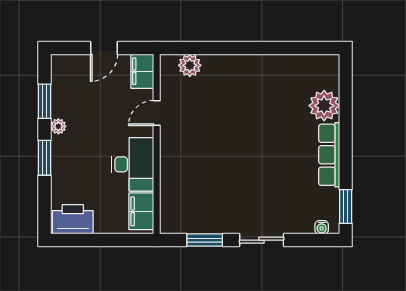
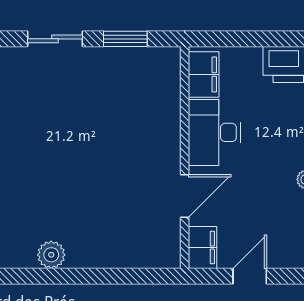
plant: (190, 65) -> (51, 255), moved
door: (157, 113) -> (185, 196), width x1.38

